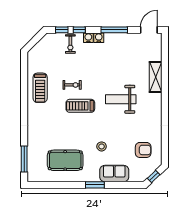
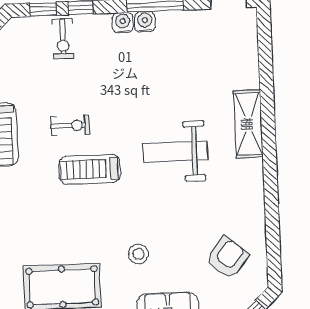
water cooler: (88, 38) -> (145, 22), moved
shelving: (156, 77) -> (248, 124), moved
armchair: (143, 150) -> (227, 258), turned -51

